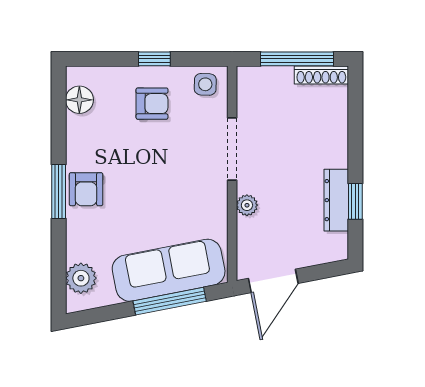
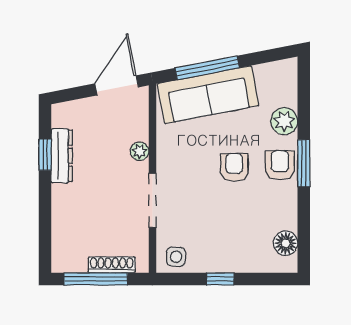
shoe rack: (321, 75) -> (112, 265), moved
armchair: (152, 104) -> (234, 167), moved, turned 90
plant: (81, 278) -> (284, 121), moved

